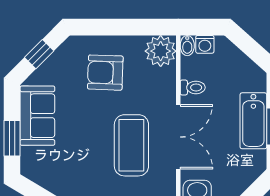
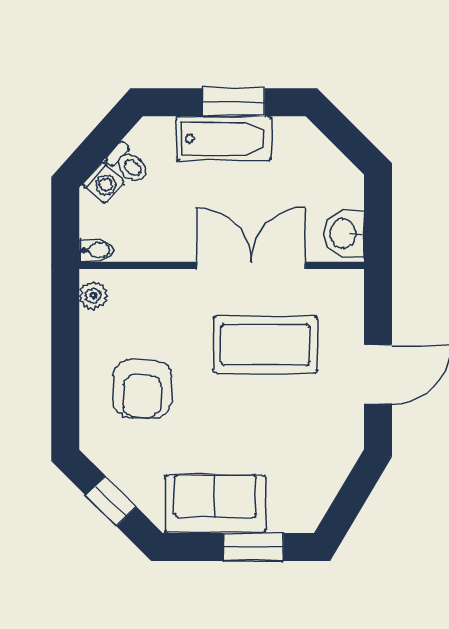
washing machine: (205, 44) -> (104, 183), moved, turned 42
plant: (161, 51) -> (93, 295), width x0.53, depth x0.53
toilet: (193, 87) -> (128, 164), moved, turned 132

